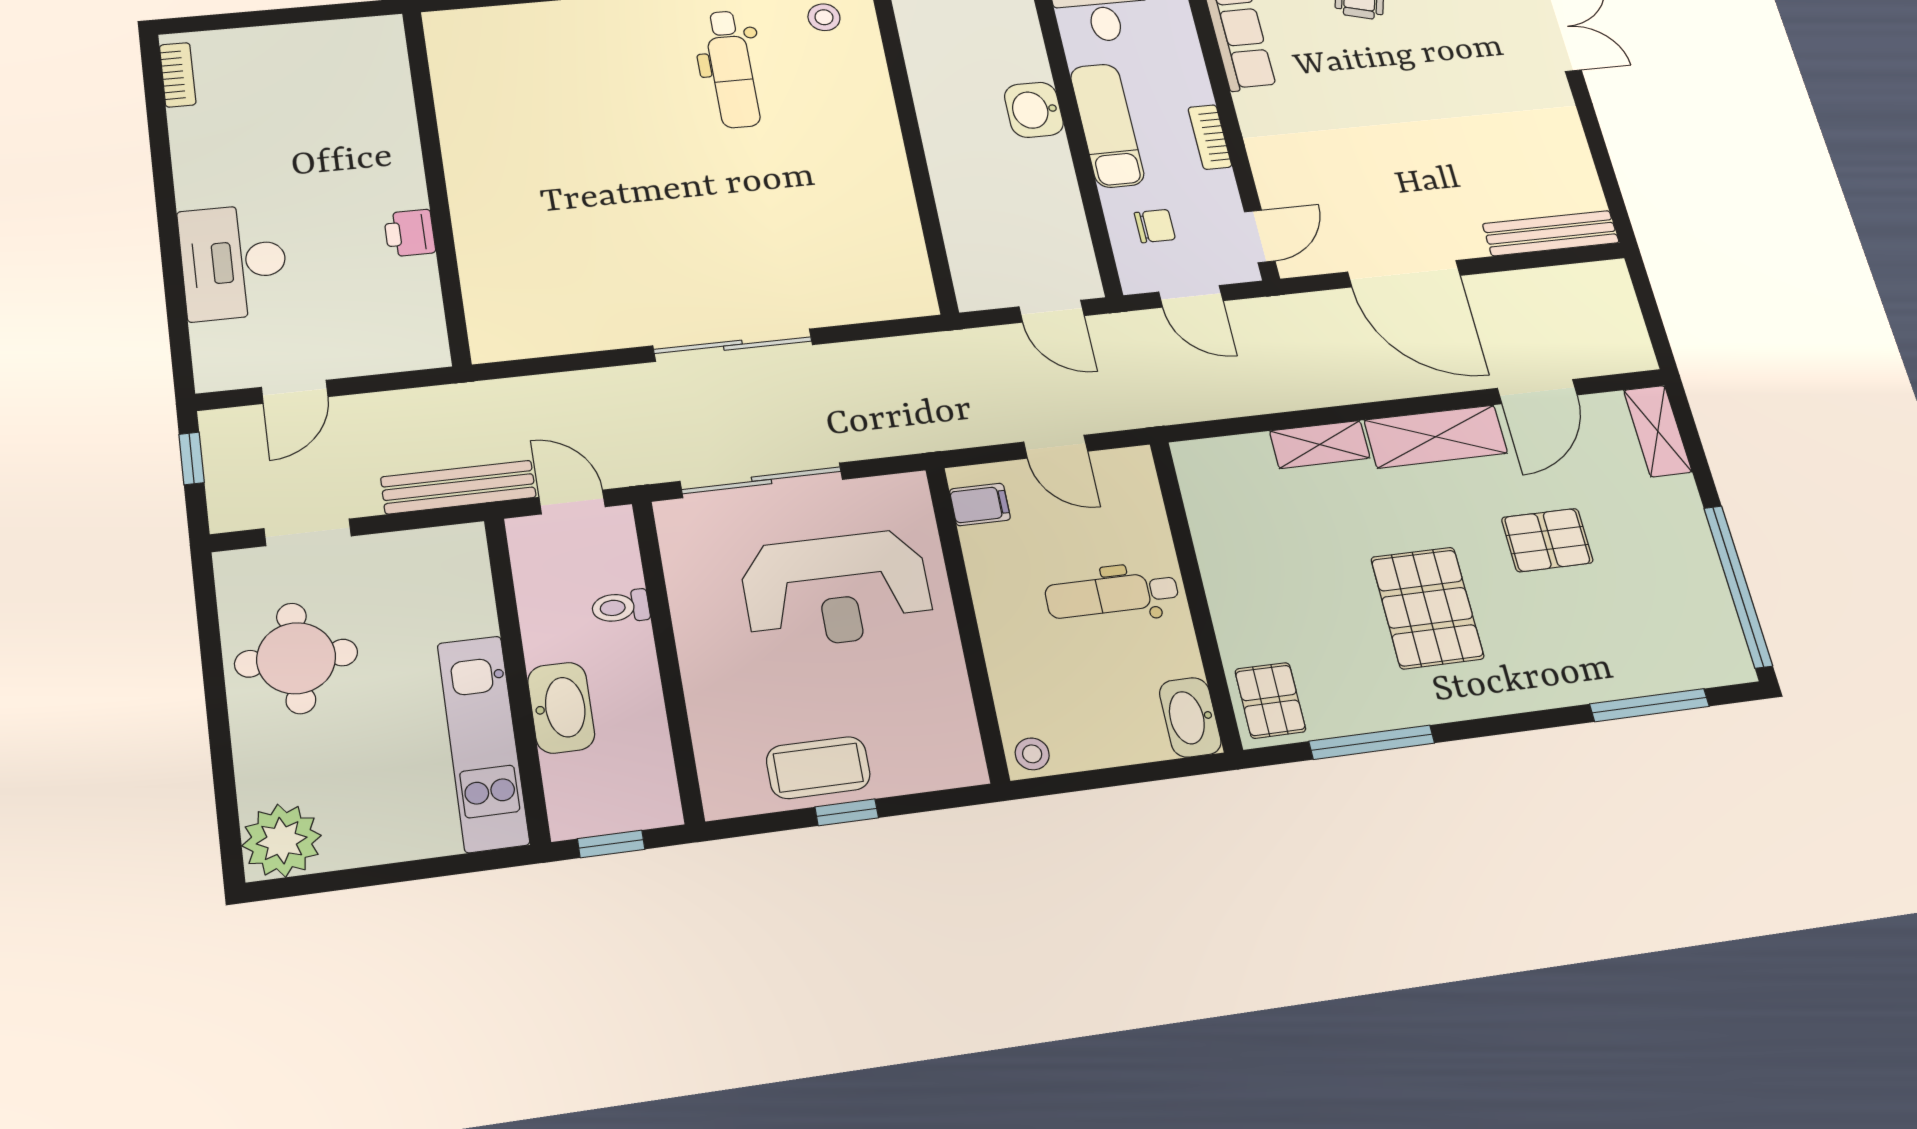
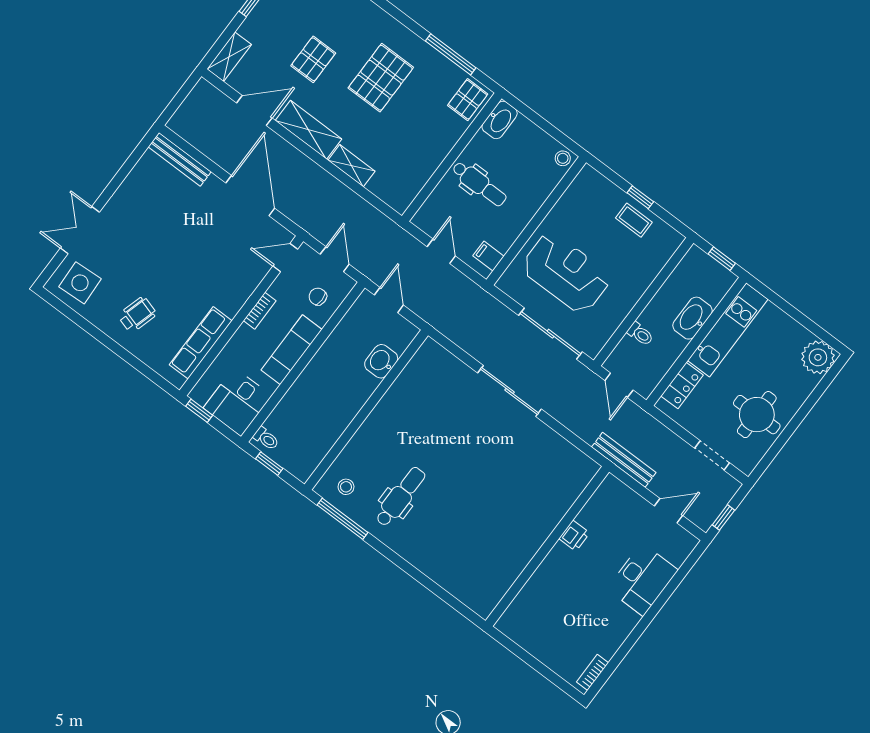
washbasin: (1034, 110) -> (381, 361), moved, turned 180
bench: (458, 487) -> (624, 460), moved
pallet: (1547, 540) -> (313, 59), turned 90
locker: (469, 592) -> (682, 385), added
coffee table: (818, 768) -> (634, 220), width x0.73, depth x0.77

